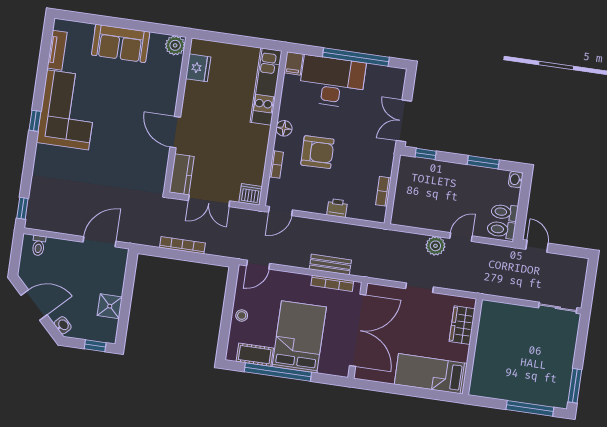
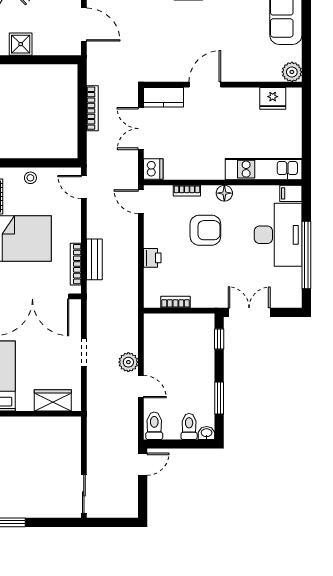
armchair: (317, 152) -> (205, 230), turned -89
toilet: (504, 212) -> (189, 426), moved

